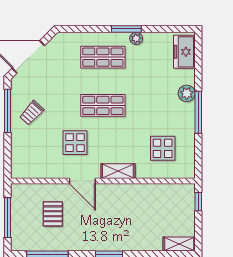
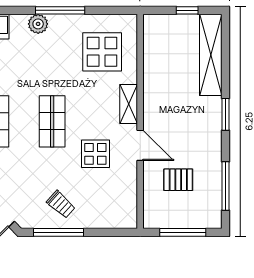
display table: (163, 148) -> (102, 52), width x1.36, depth x1.36
door: (82, 181) -> (140, 145), hinge flipped
window: (198, 202) -> (187, 10), moved
shelving: (179, 244) -> (211, 55), width x2.20, depth x1.33

